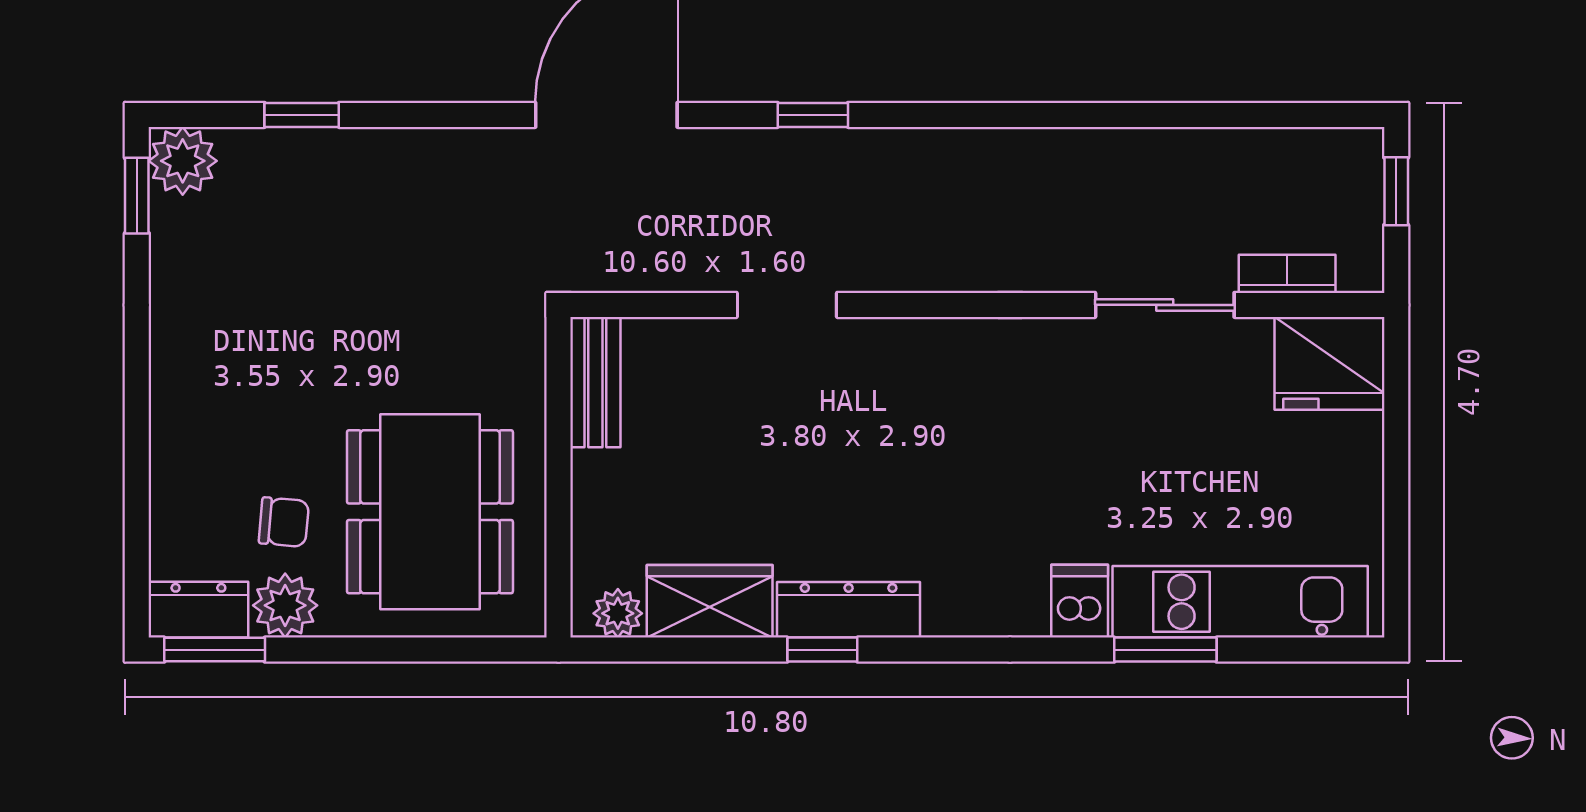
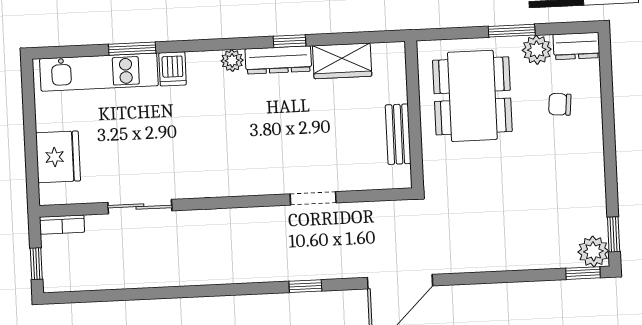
window: (302, 115) -> (583, 273), moved
bookcase: (1287, 274) -> (62, 225), moved
fridge: (1329, 363) -> (58, 157), moved, turned 90
bench: (595, 382) -> (398, 134), moved
chair: (284, 522) -> (560, 104), moved
plant: (618, 613) -> (232, 61), moved
window: (215, 650) -> (512, 31), moved

